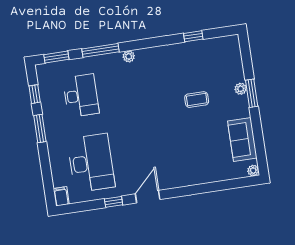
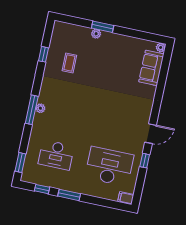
window: (100, 50) -> (32, 110), moved
desk: (81, 96) -> (56, 155), turned 180
coffee table: (197, 100) -> (69, 63), moved
sofa: (242, 140) -> (151, 68), moved, turned 90
door: (148, 197) -> (150, 134), swing flipped

